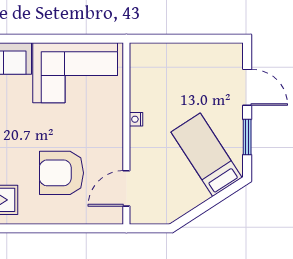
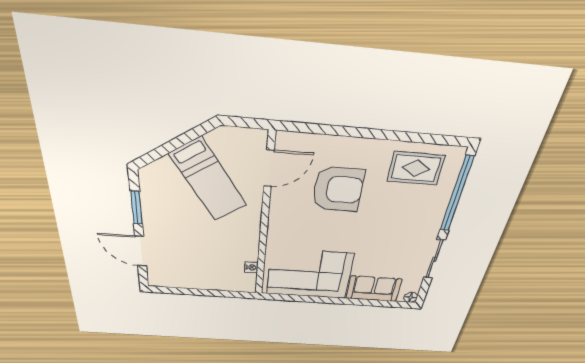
nightstand: (136, 119) -> (251, 267), moved
bed: (207, 155) -> (209, 180), moved

